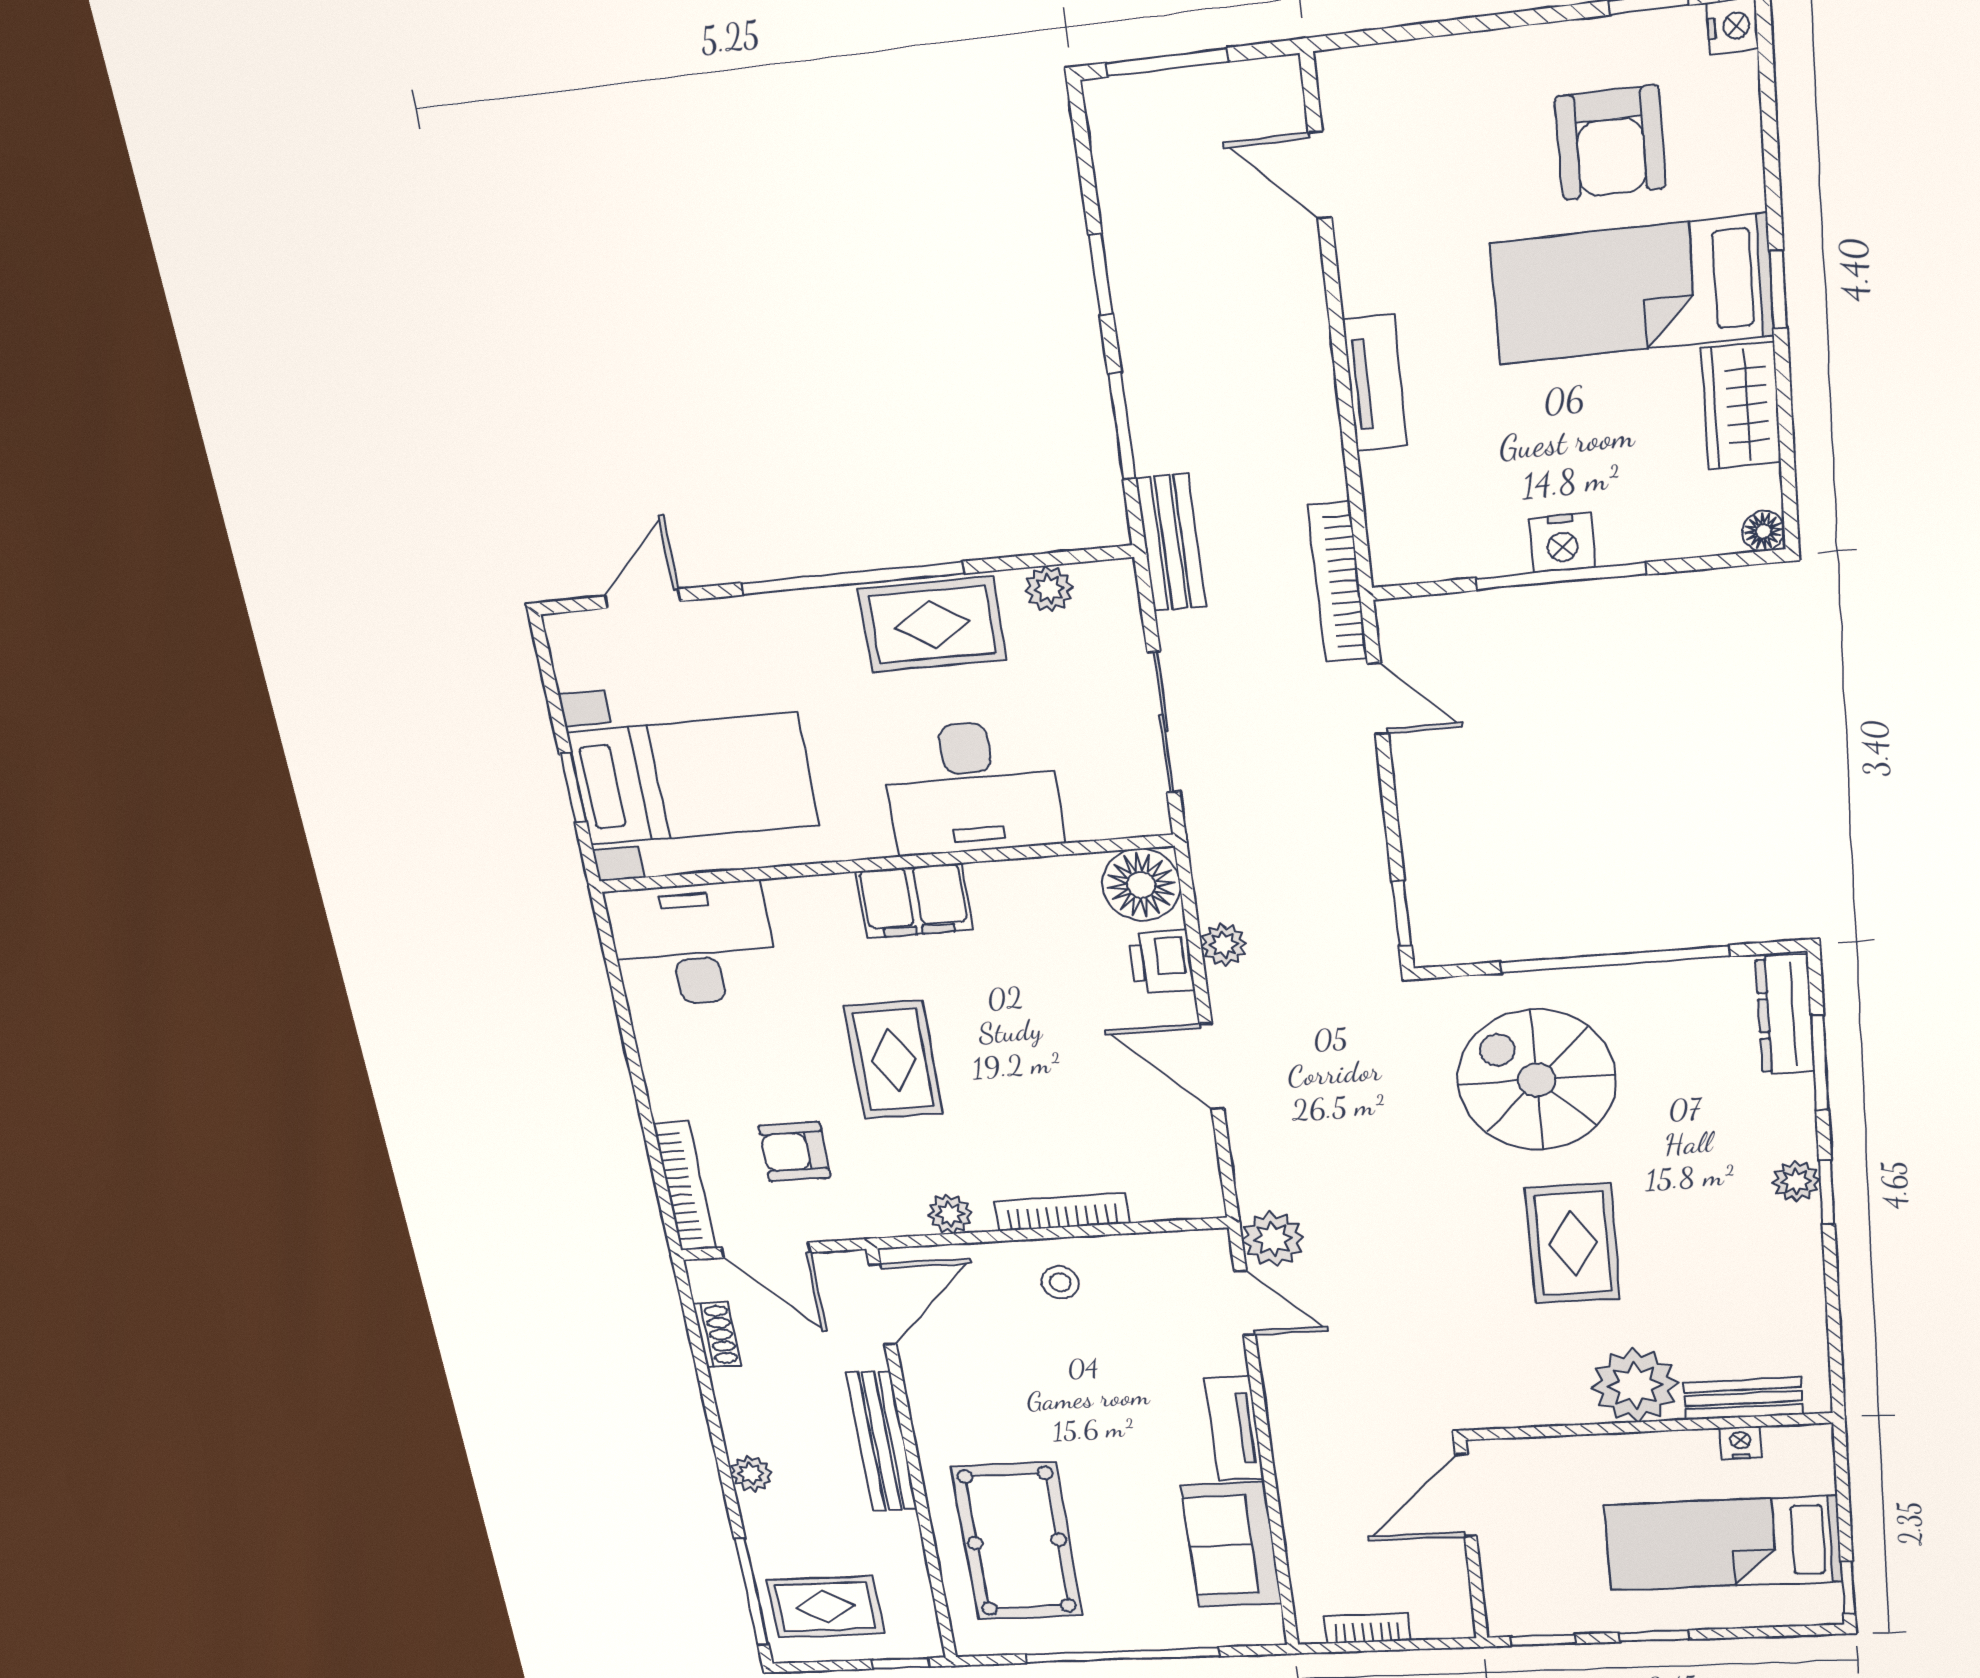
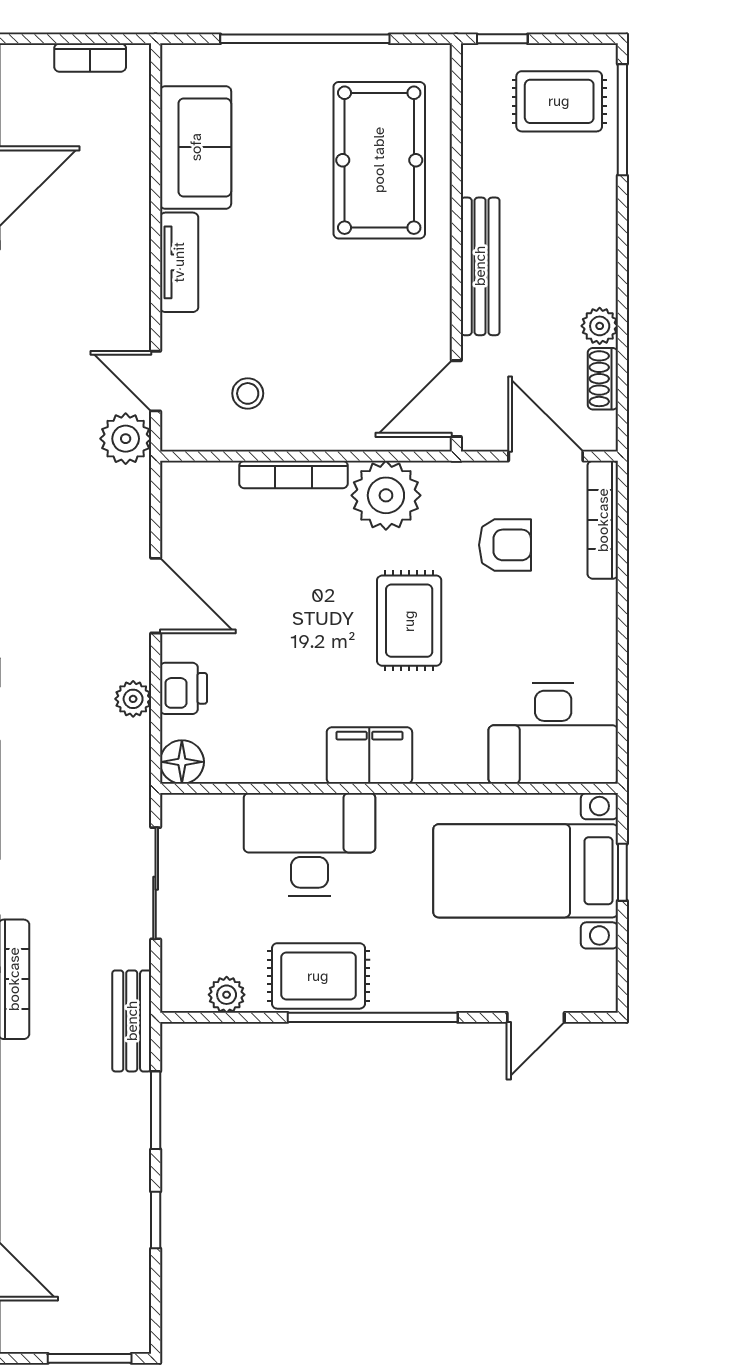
floor lamp: (1141, 885) -> (182, 762), width x0.73, depth x0.73
plant: (950, 1214) -> (386, 495), width x1.88, depth x1.88
stool: (1060, 1282) -> (248, 393), moved
plant: (751, 1474) -> (600, 326), moved

